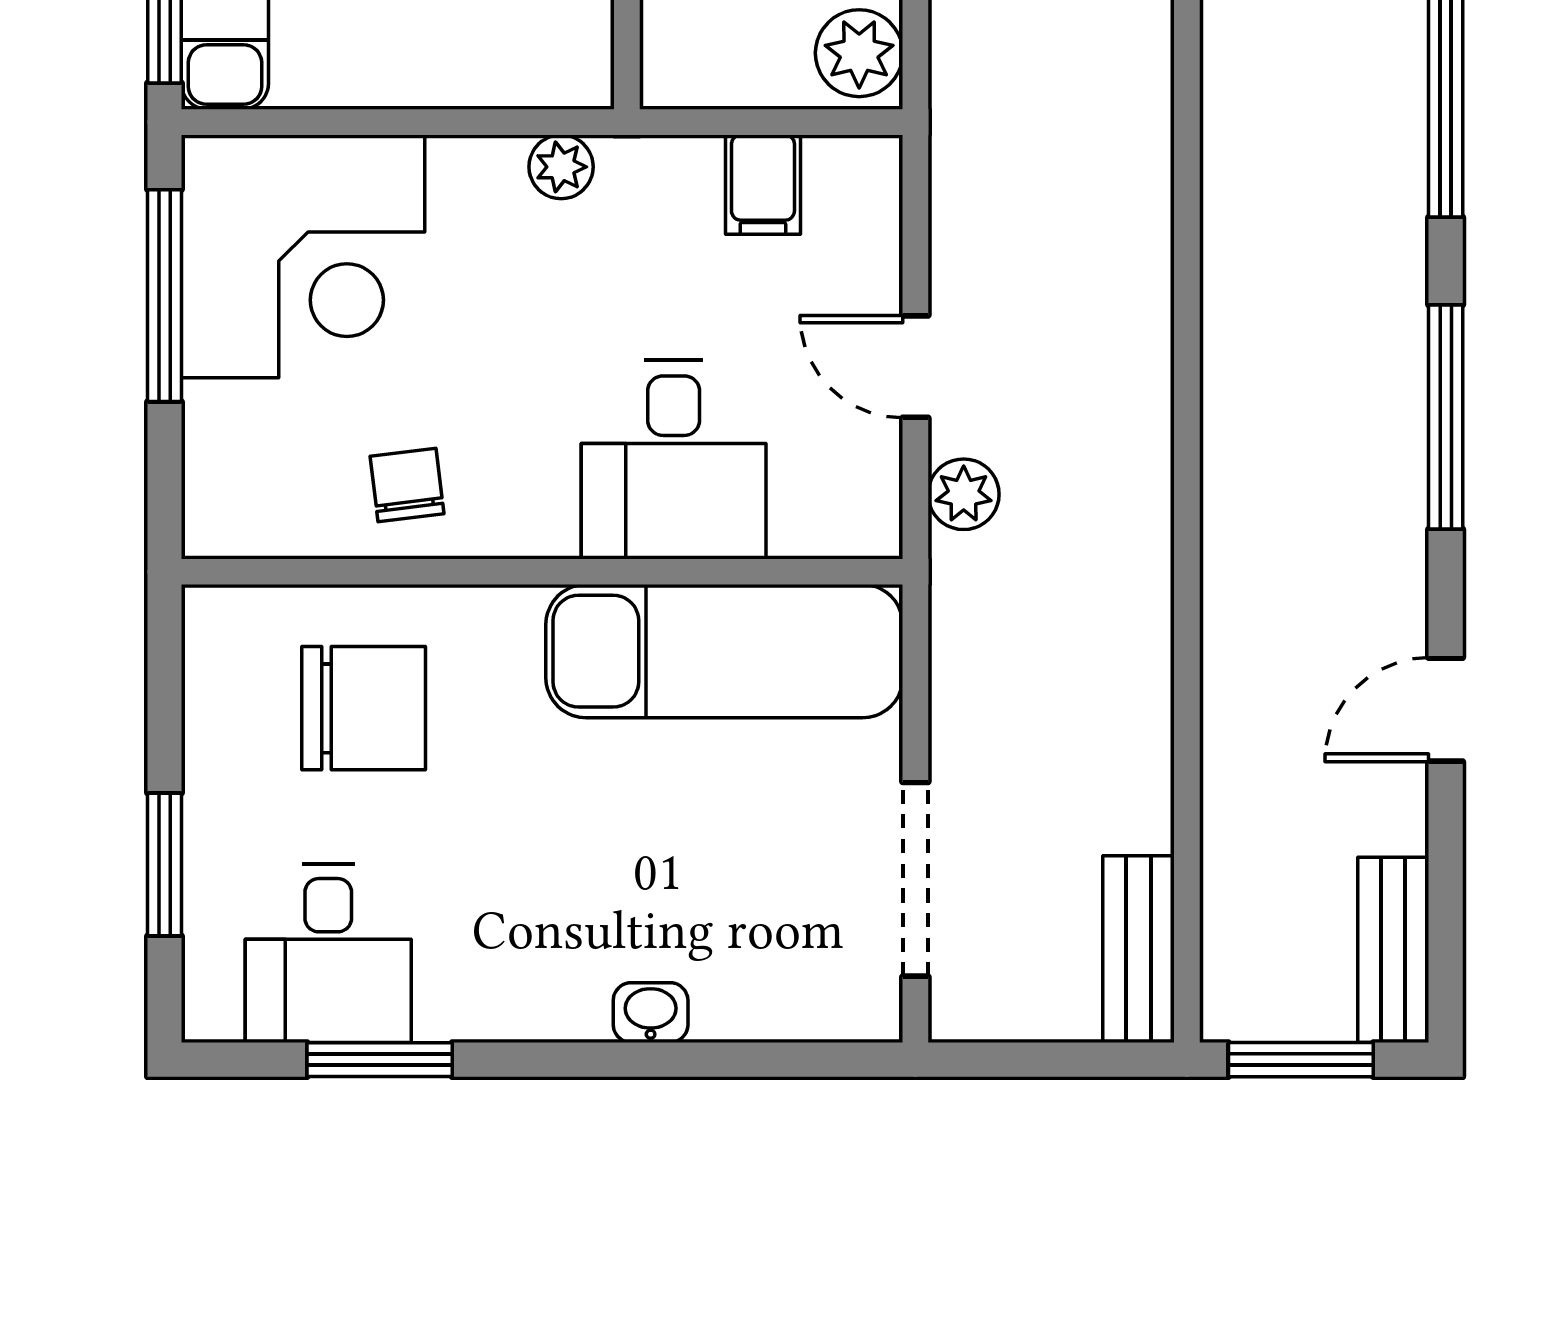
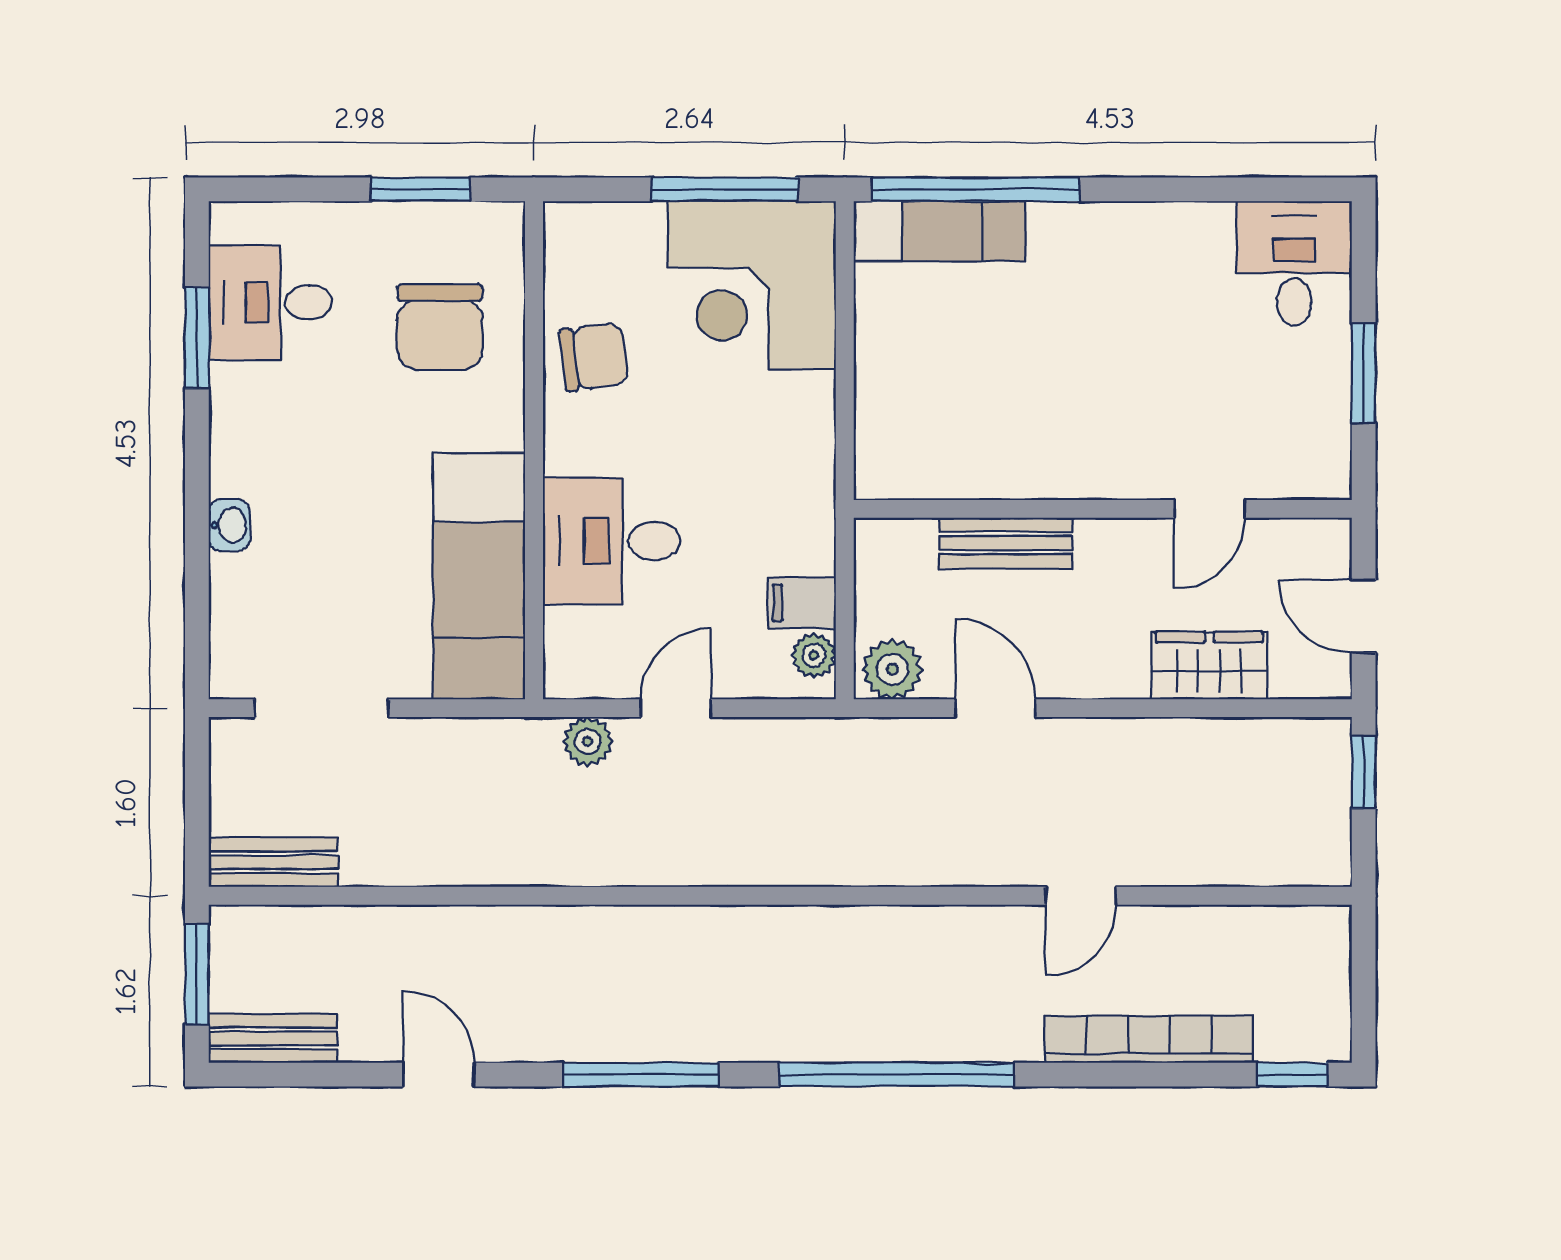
plant: (561, 167) -> (814, 655), moved
chair: (407, 485) -> (594, 357), width x1.37, depth x1.37
window: (164, 865) -> (420, 189), moved

